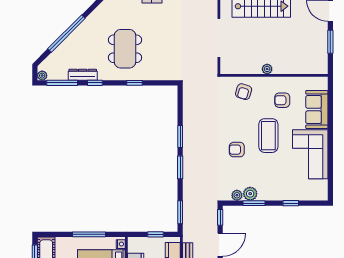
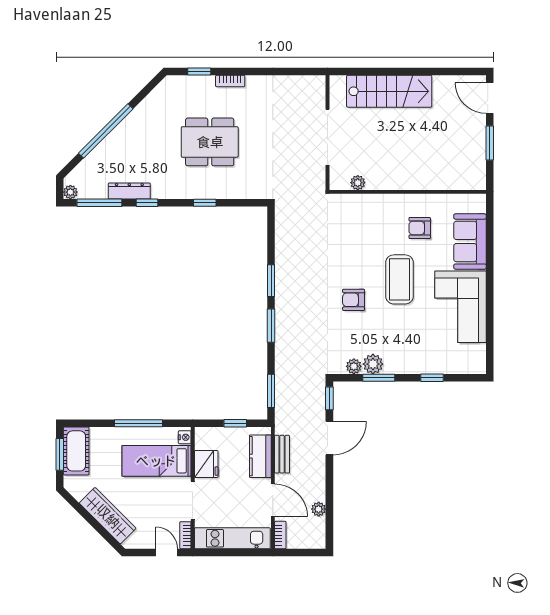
dining table: (125, 49) -> (210, 142), moved, turned 90
plant: (267, 69) -> (358, 183), moved
armchair: (244, 92) -> (363, 215), removed

